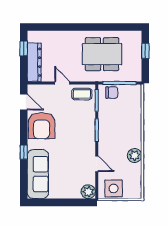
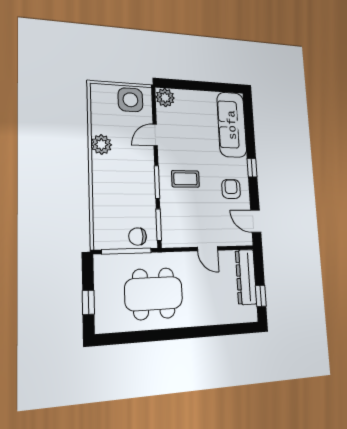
coffee table: (82, 94) -> (185, 179), moved
armchair: (42, 126) -> (231, 189), width x0.53, depth x0.53
window: (24, 152) -> (252, 168), moved
door: (97, 164) -> (155, 135), hinge flipped

